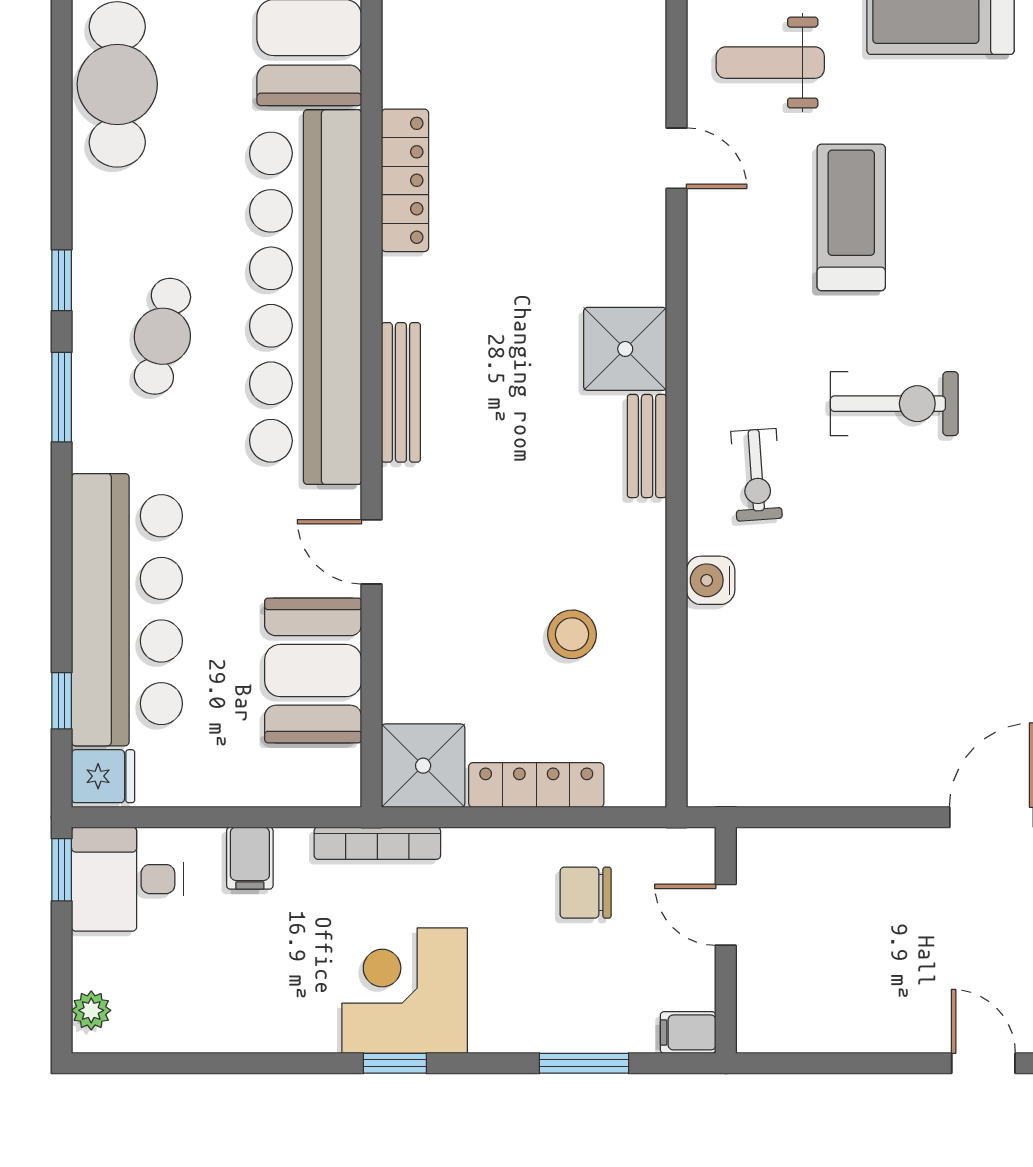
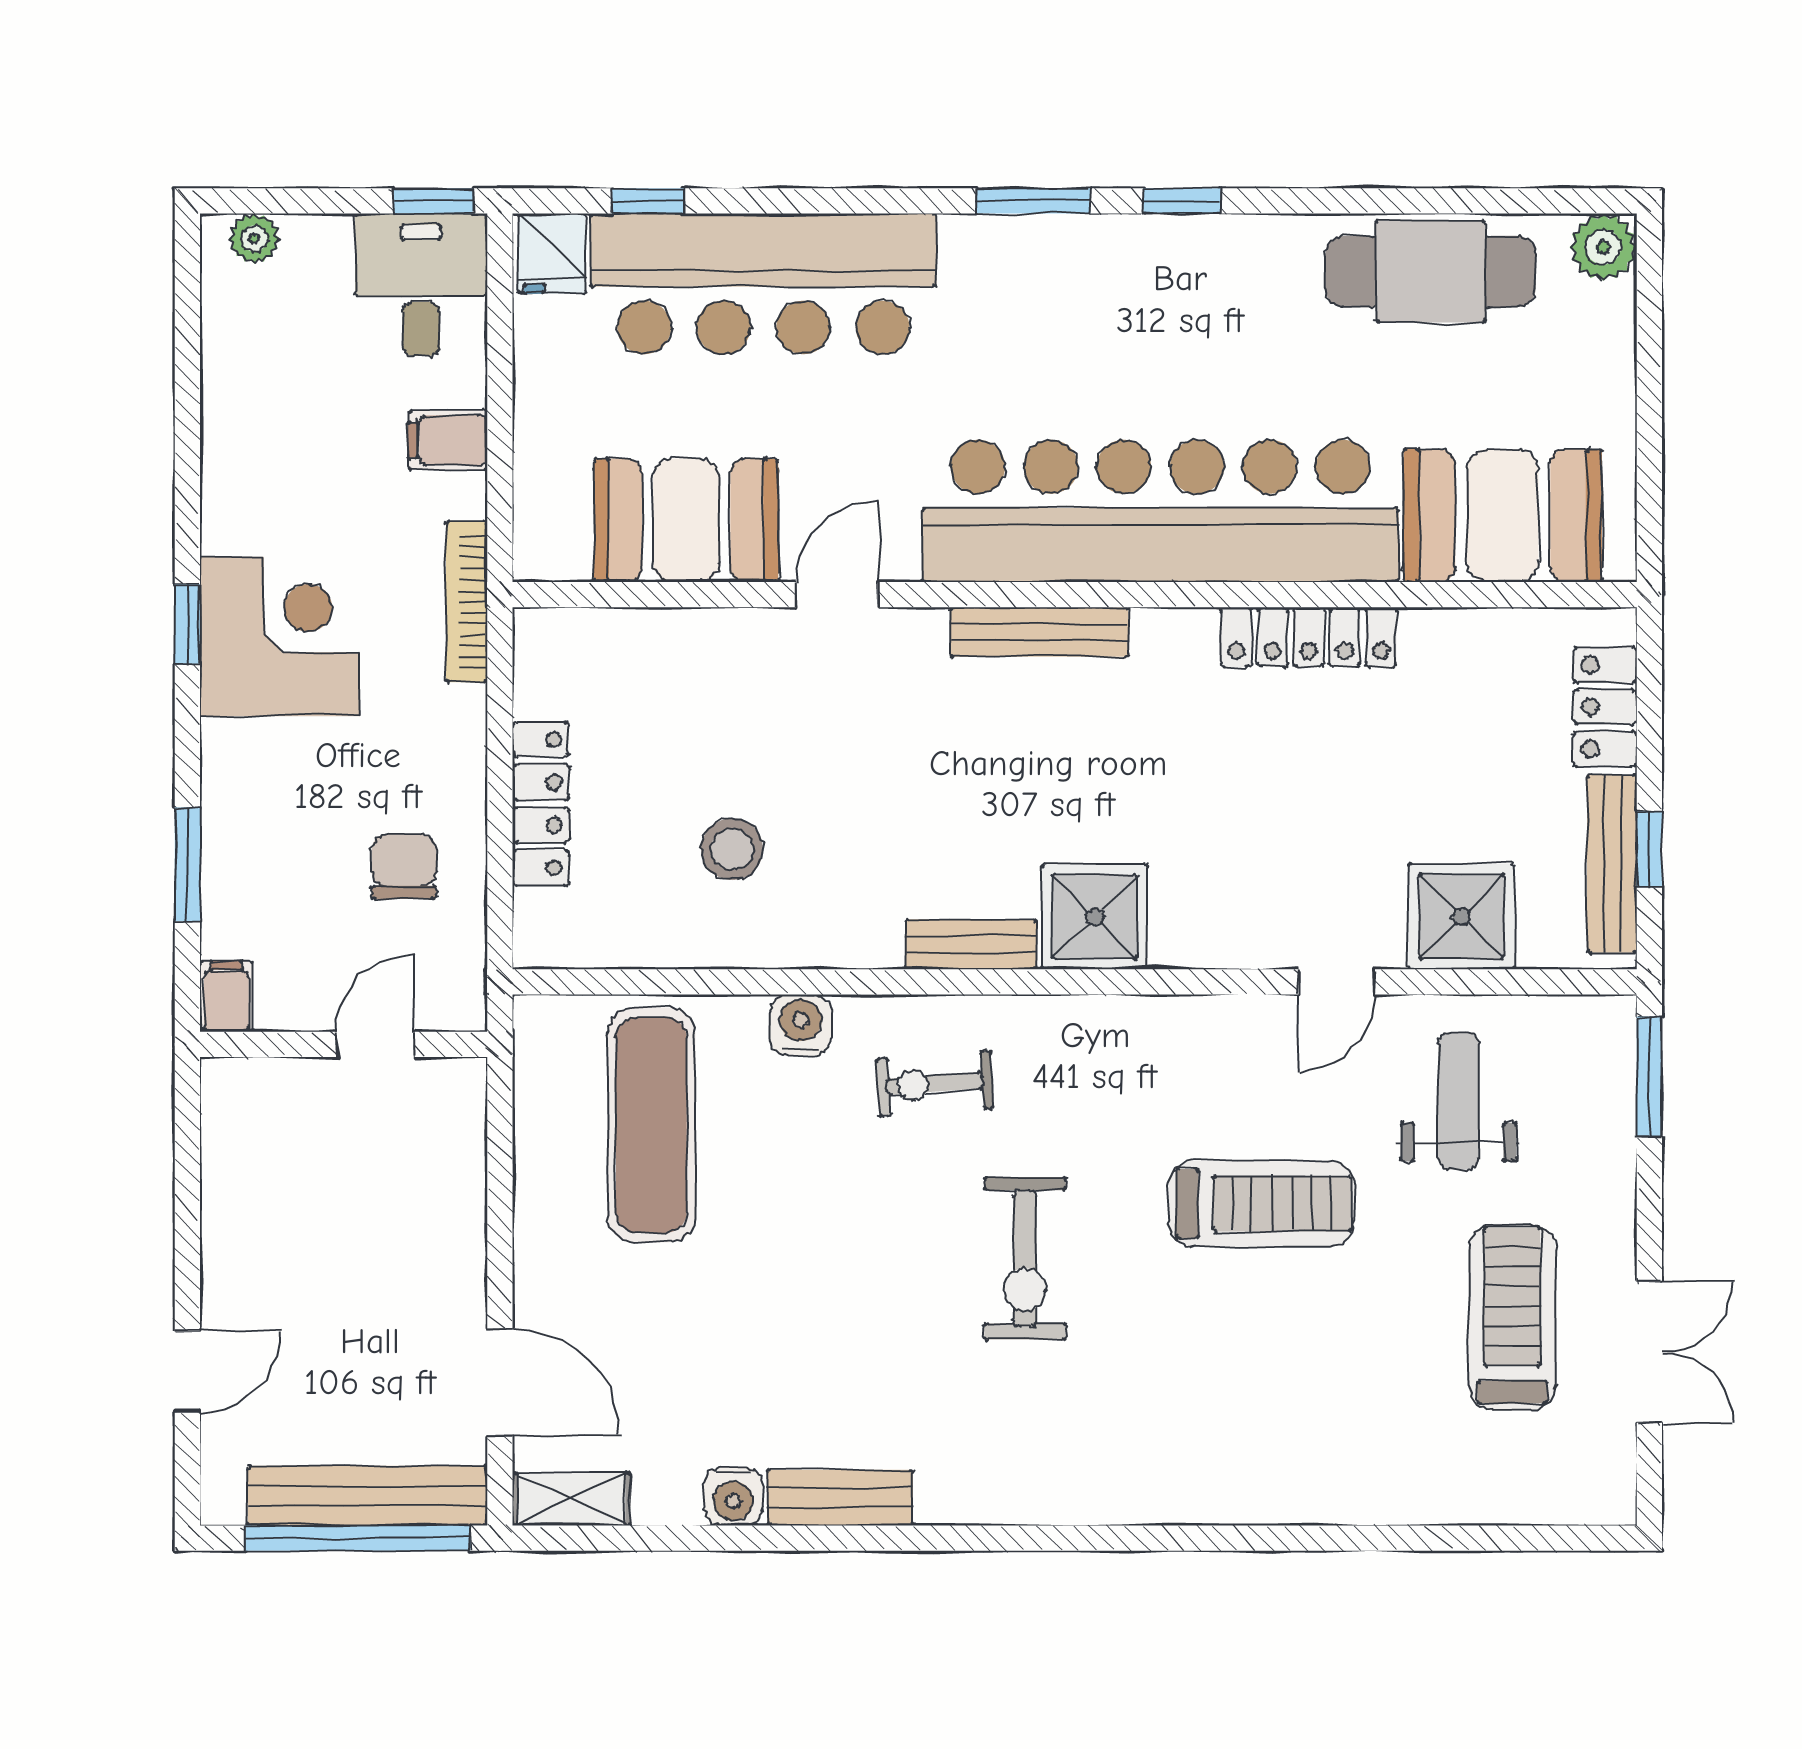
cafe table: (162, 336) -> (1111, 329), removed
exercise mat: (789, 698) -> (651, 1125), added
shower: (423, 766) -> (1461, 916), moved

